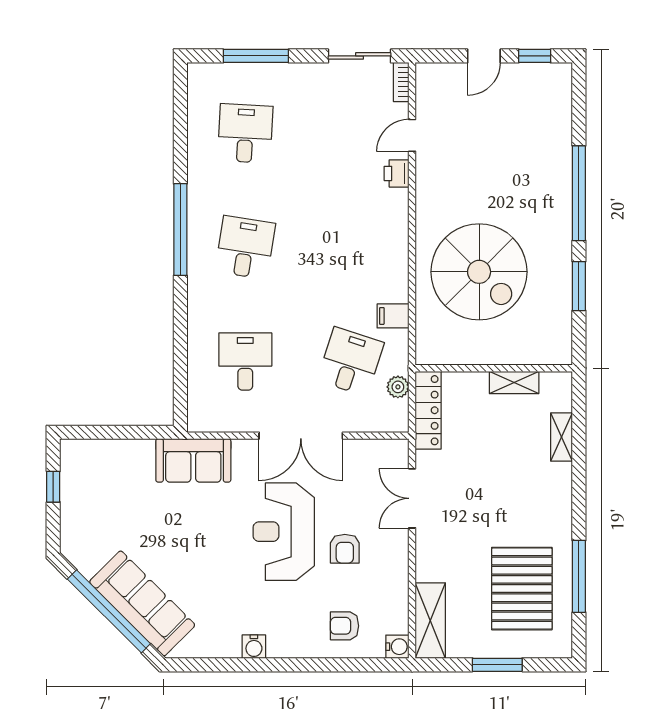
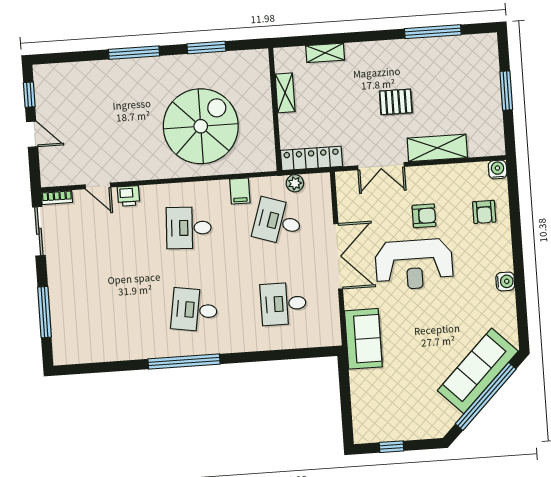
desk: (245, 133) -> (189, 228), moved
window: (579, 193) -> (134, 53), width x0.68
pallet: (522, 589) -> (396, 102), moved, width x0.49, depth x0.50
shelving: (430, 621) -> (437, 148), moved

